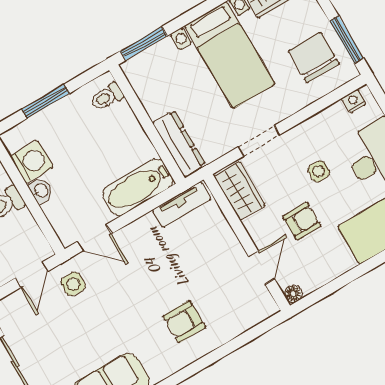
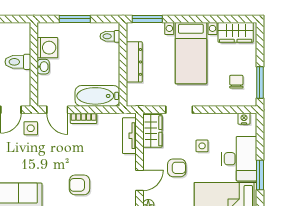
chair: (314, 57) -> (236, 82), width x0.54, depth x0.54
dresser: (179, 144) -> (134, 62), moved
tv unit: (182, 205) -> (129, 136), moved, turned 90
bookcase: (137, 228) -> (84, 118), added

